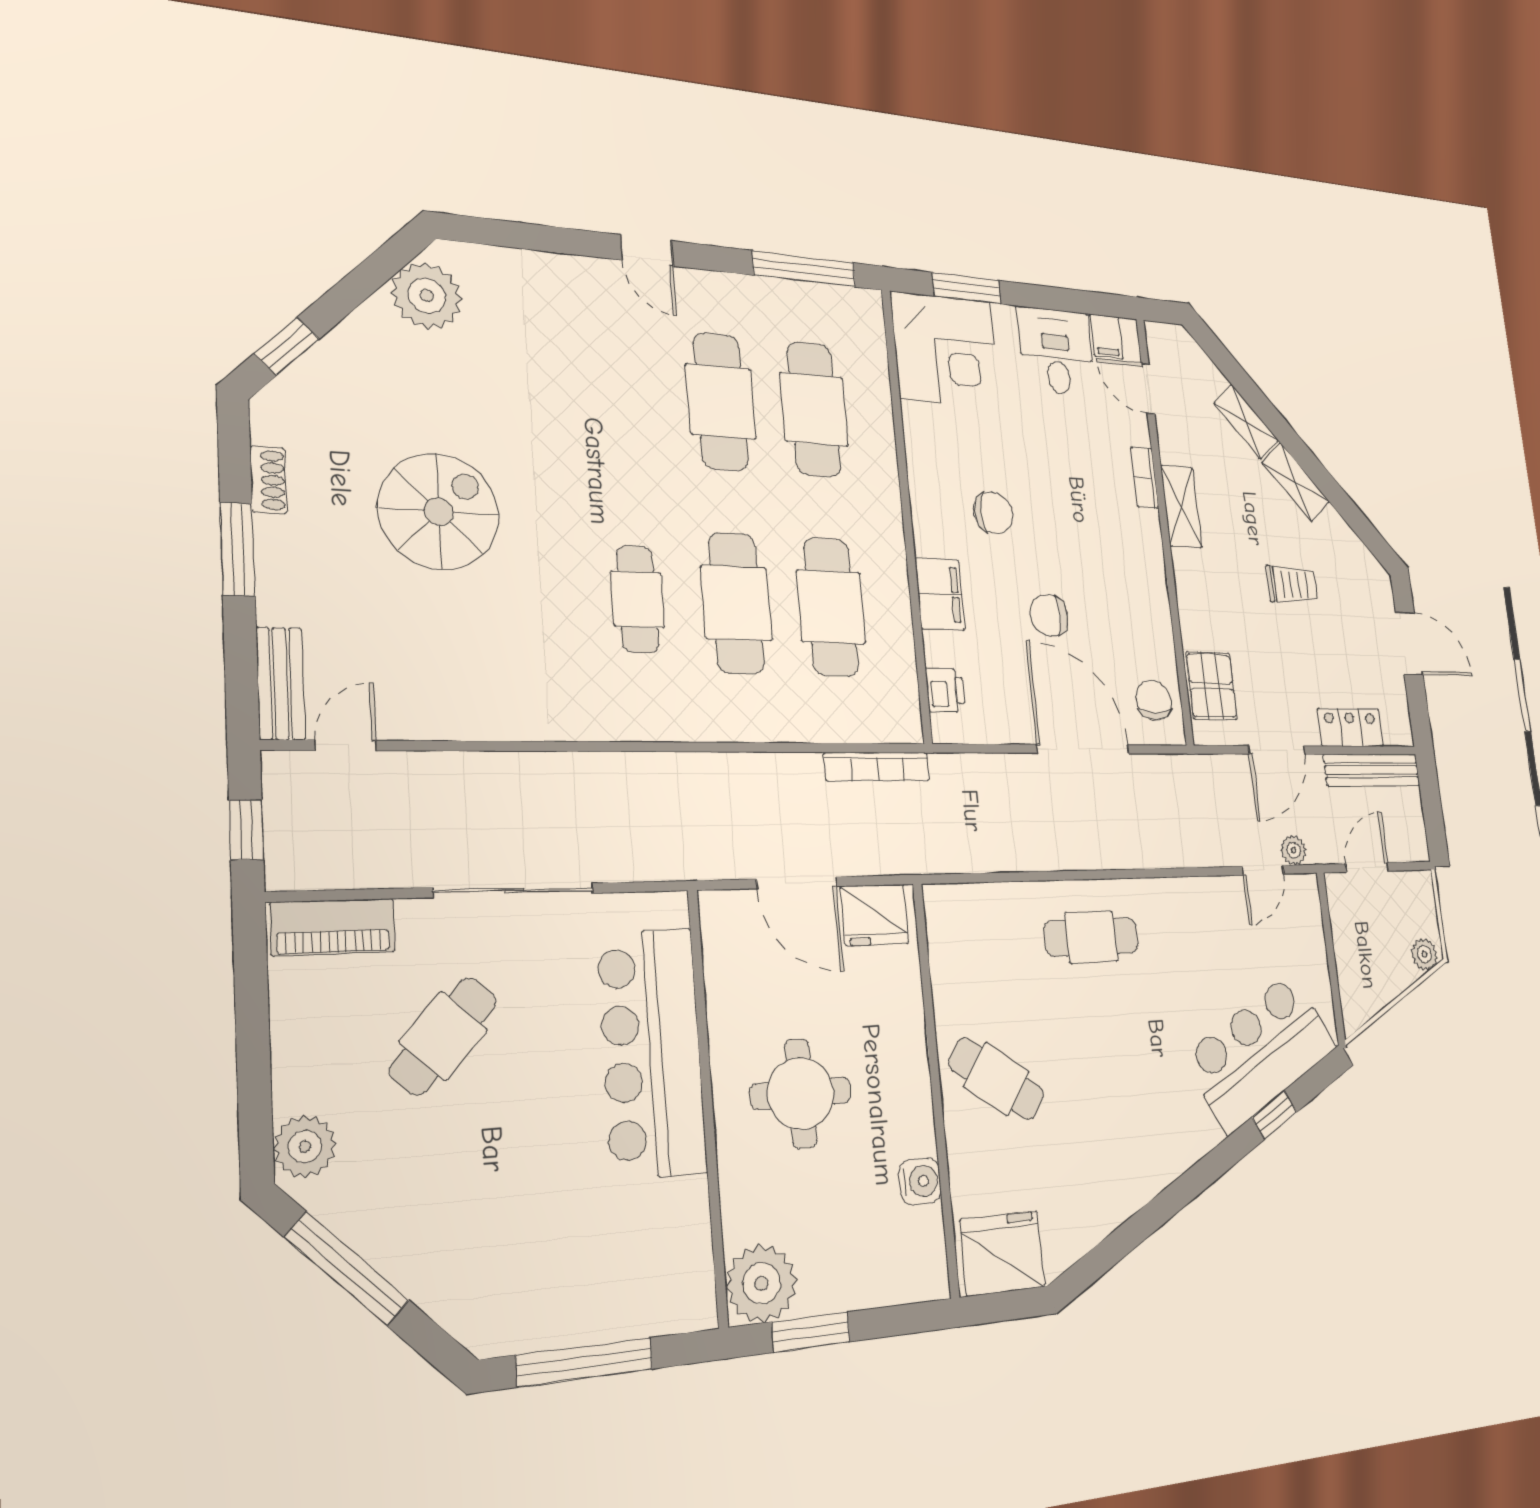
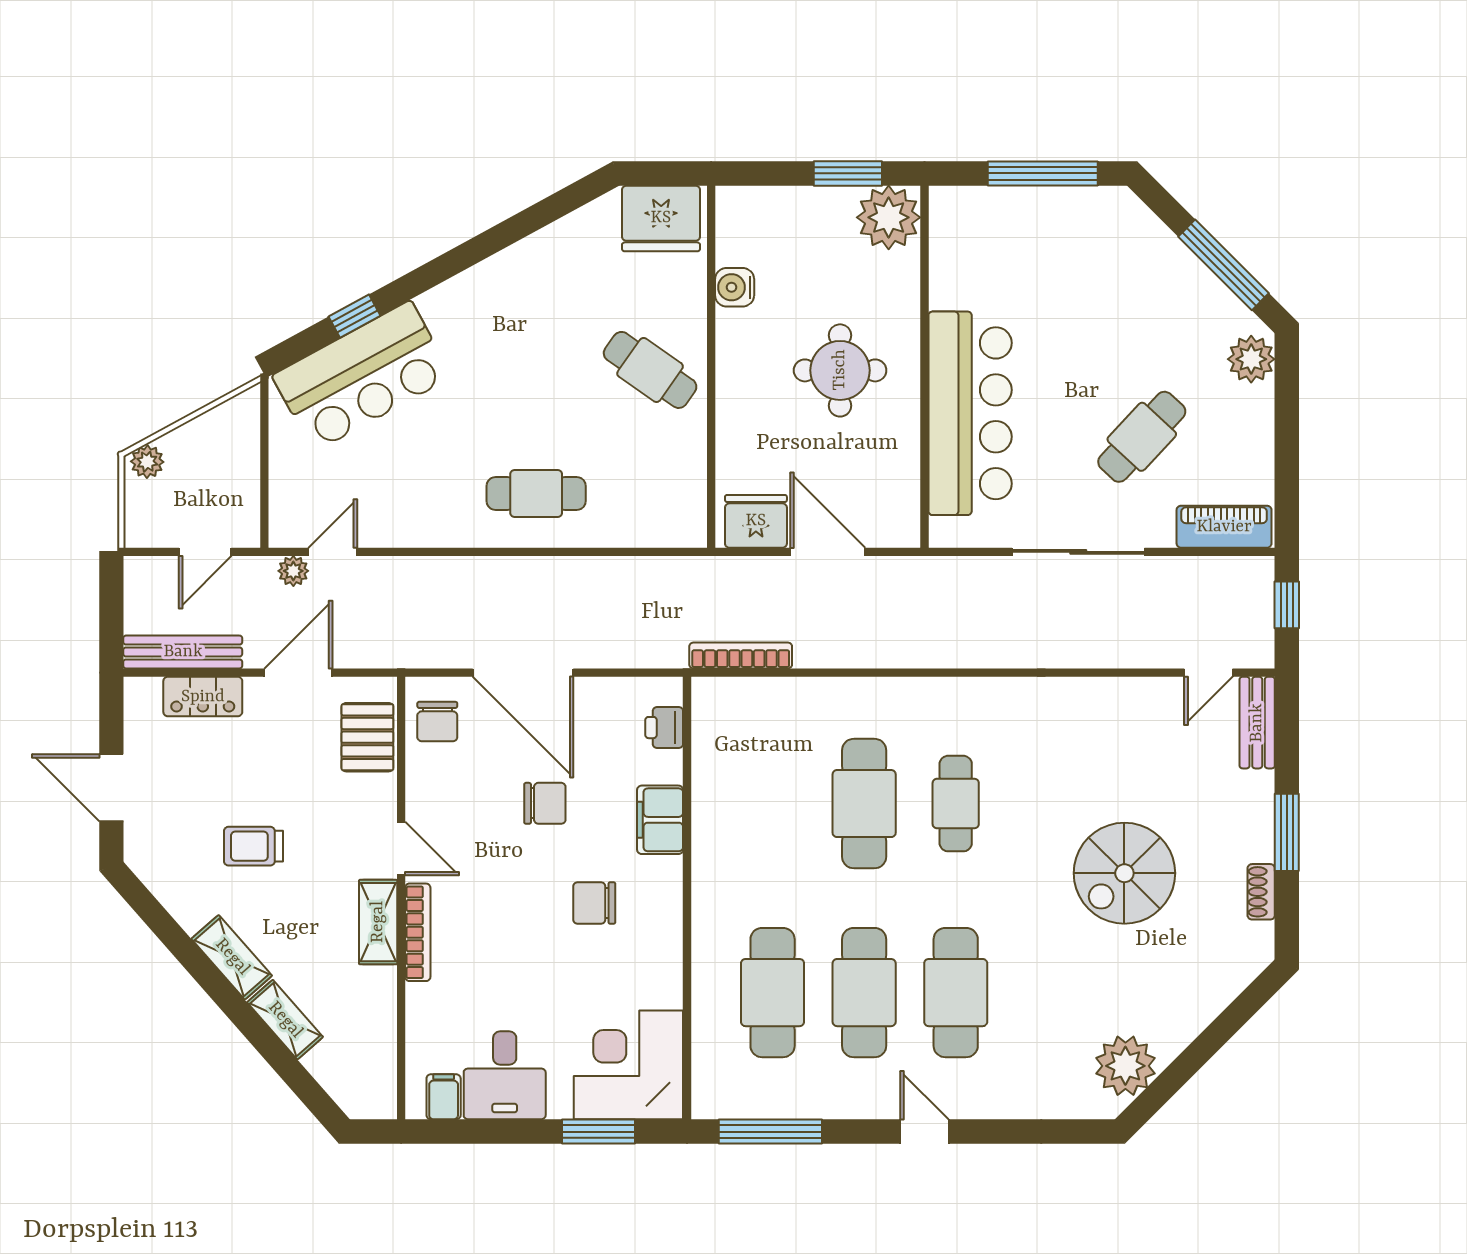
window: (287, 346) -> (1243, 1008), removed
door: (1148, 389) -> (401, 849), moved
bookcase: (1145, 478) -> (418, 932), width x1.56
cafe table: (831, 607) -> (956, 993), moved

